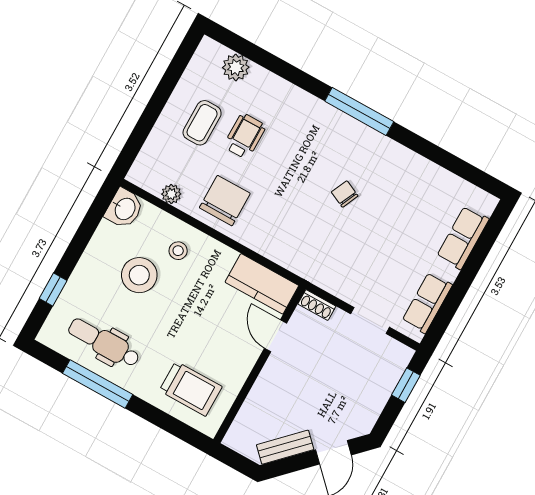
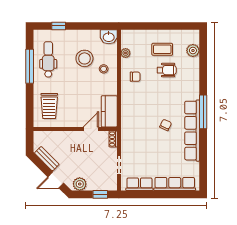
row of seats: (382, 151) -> (192, 131), added
chair: (225, 201) -> (135, 77), width x0.54, depth x0.54
row of seats: (463, 238) -> (175, 184), width x1.48
plant: (365, 413) -> (80, 184), added

